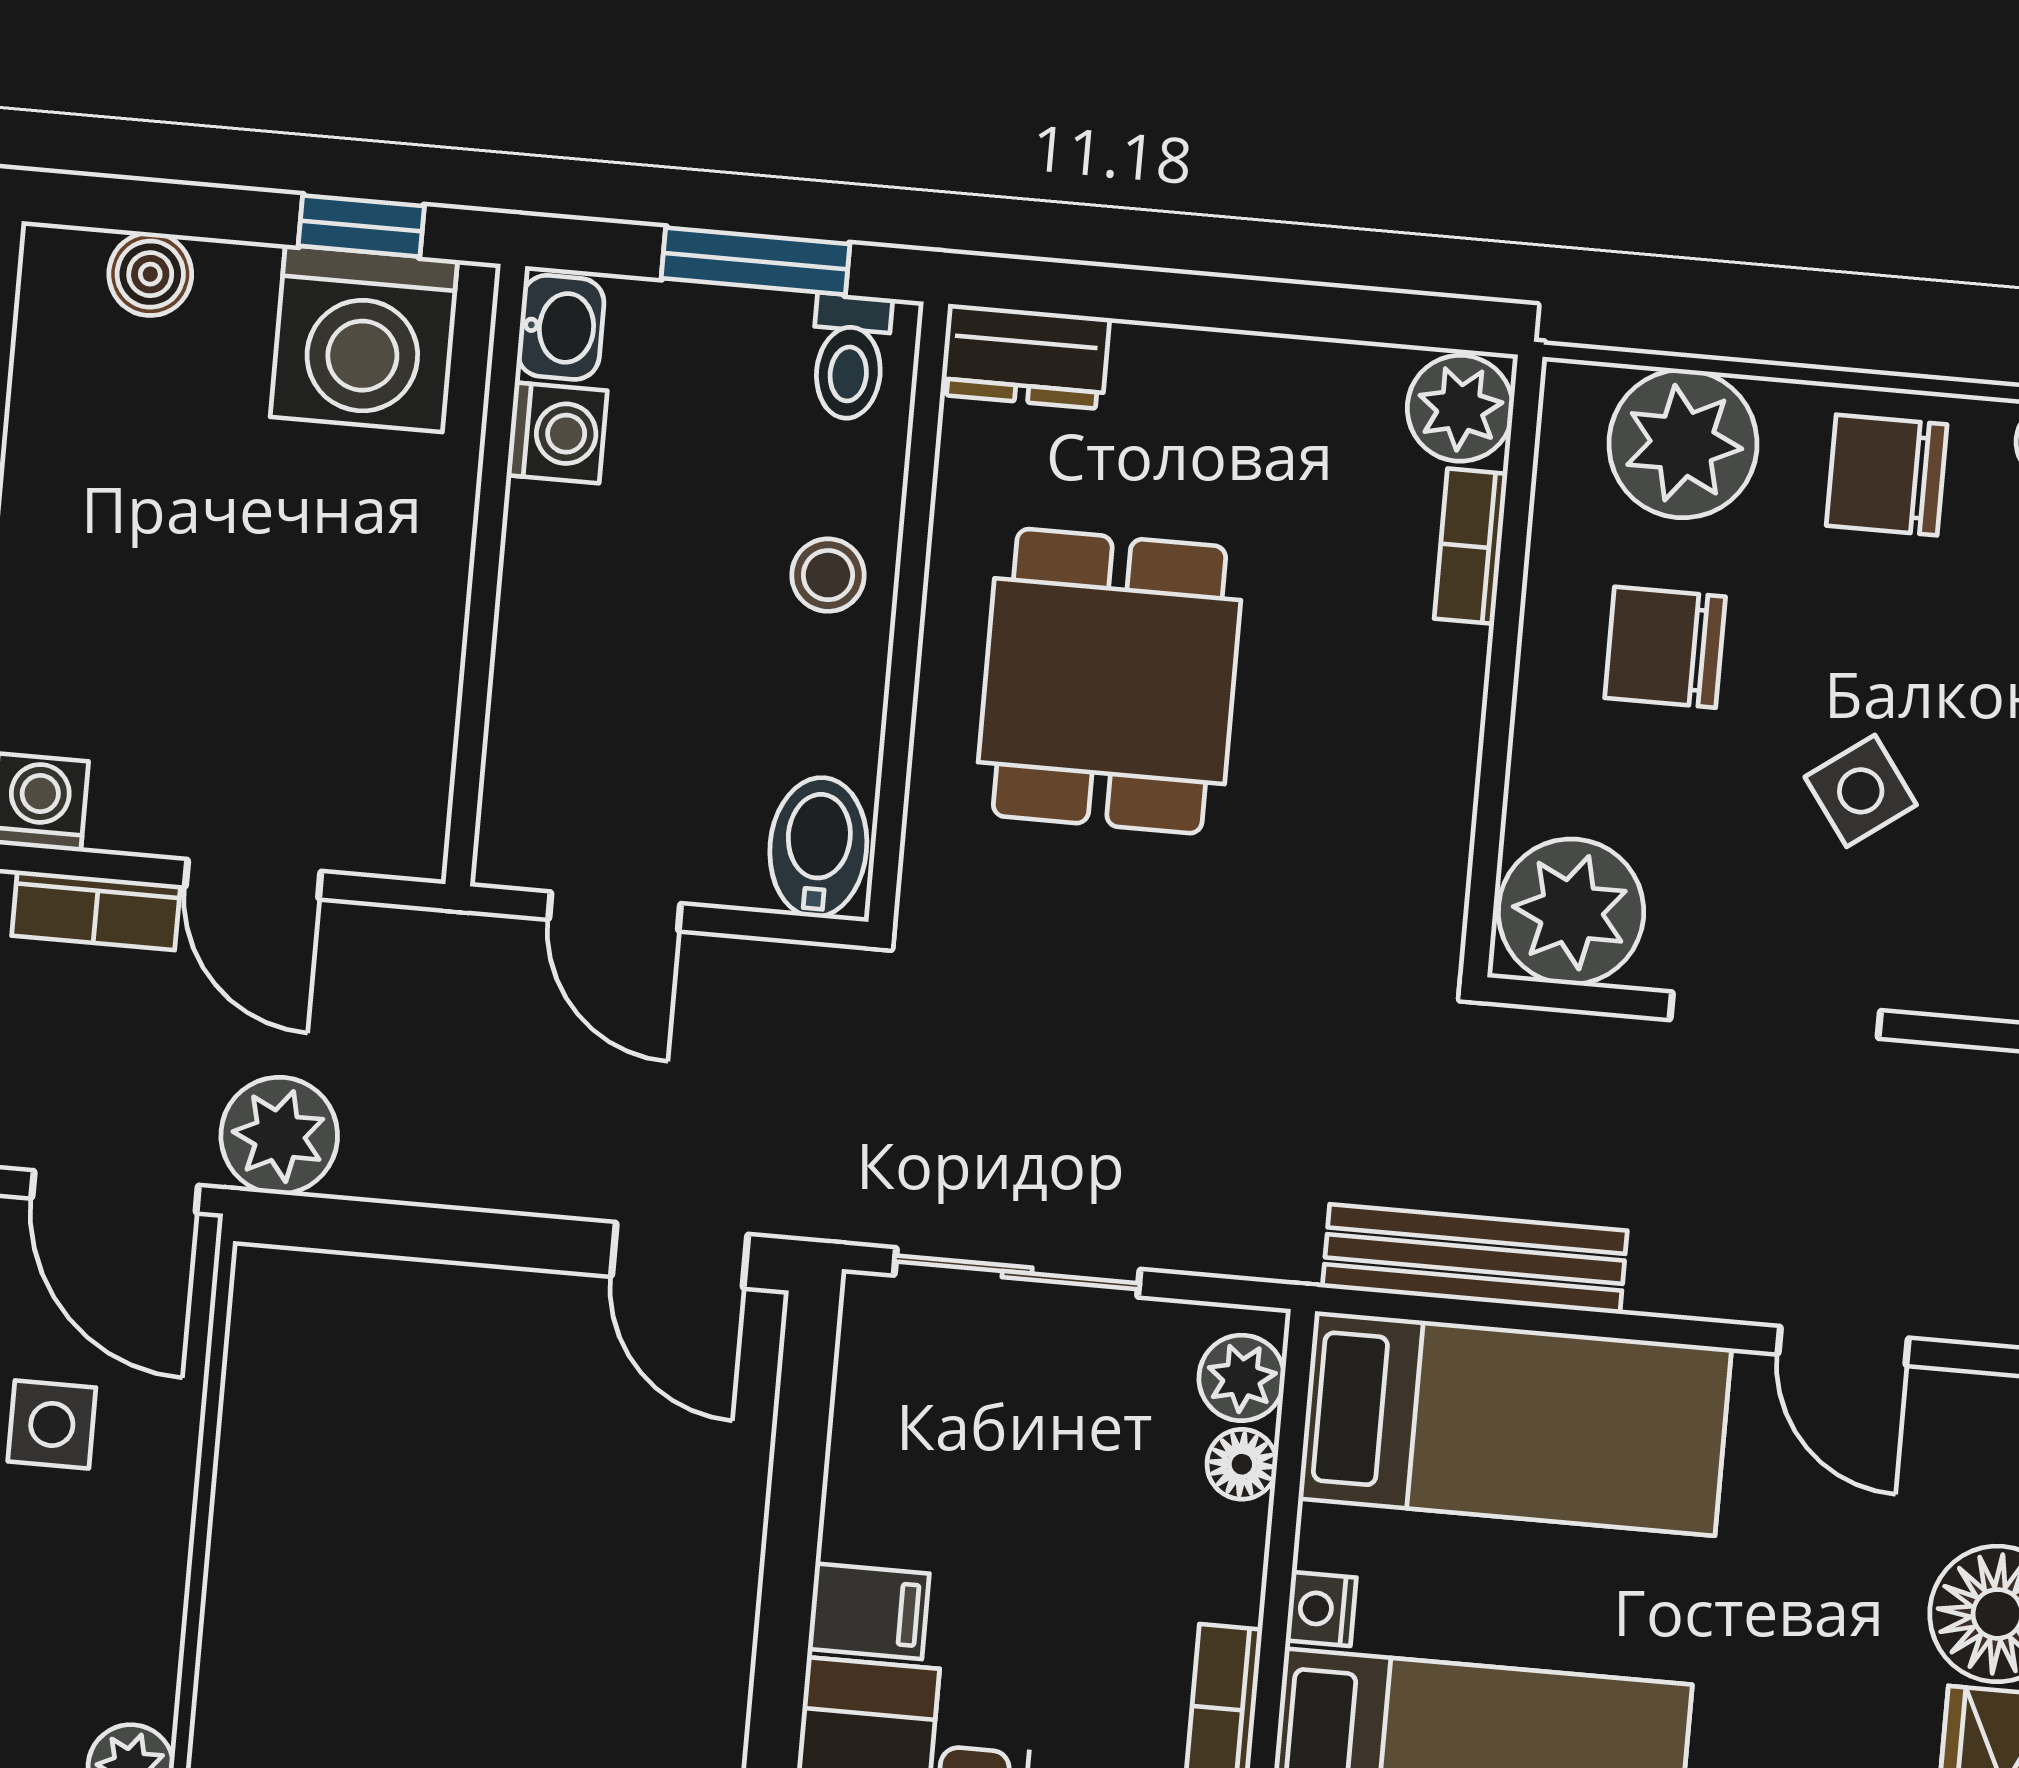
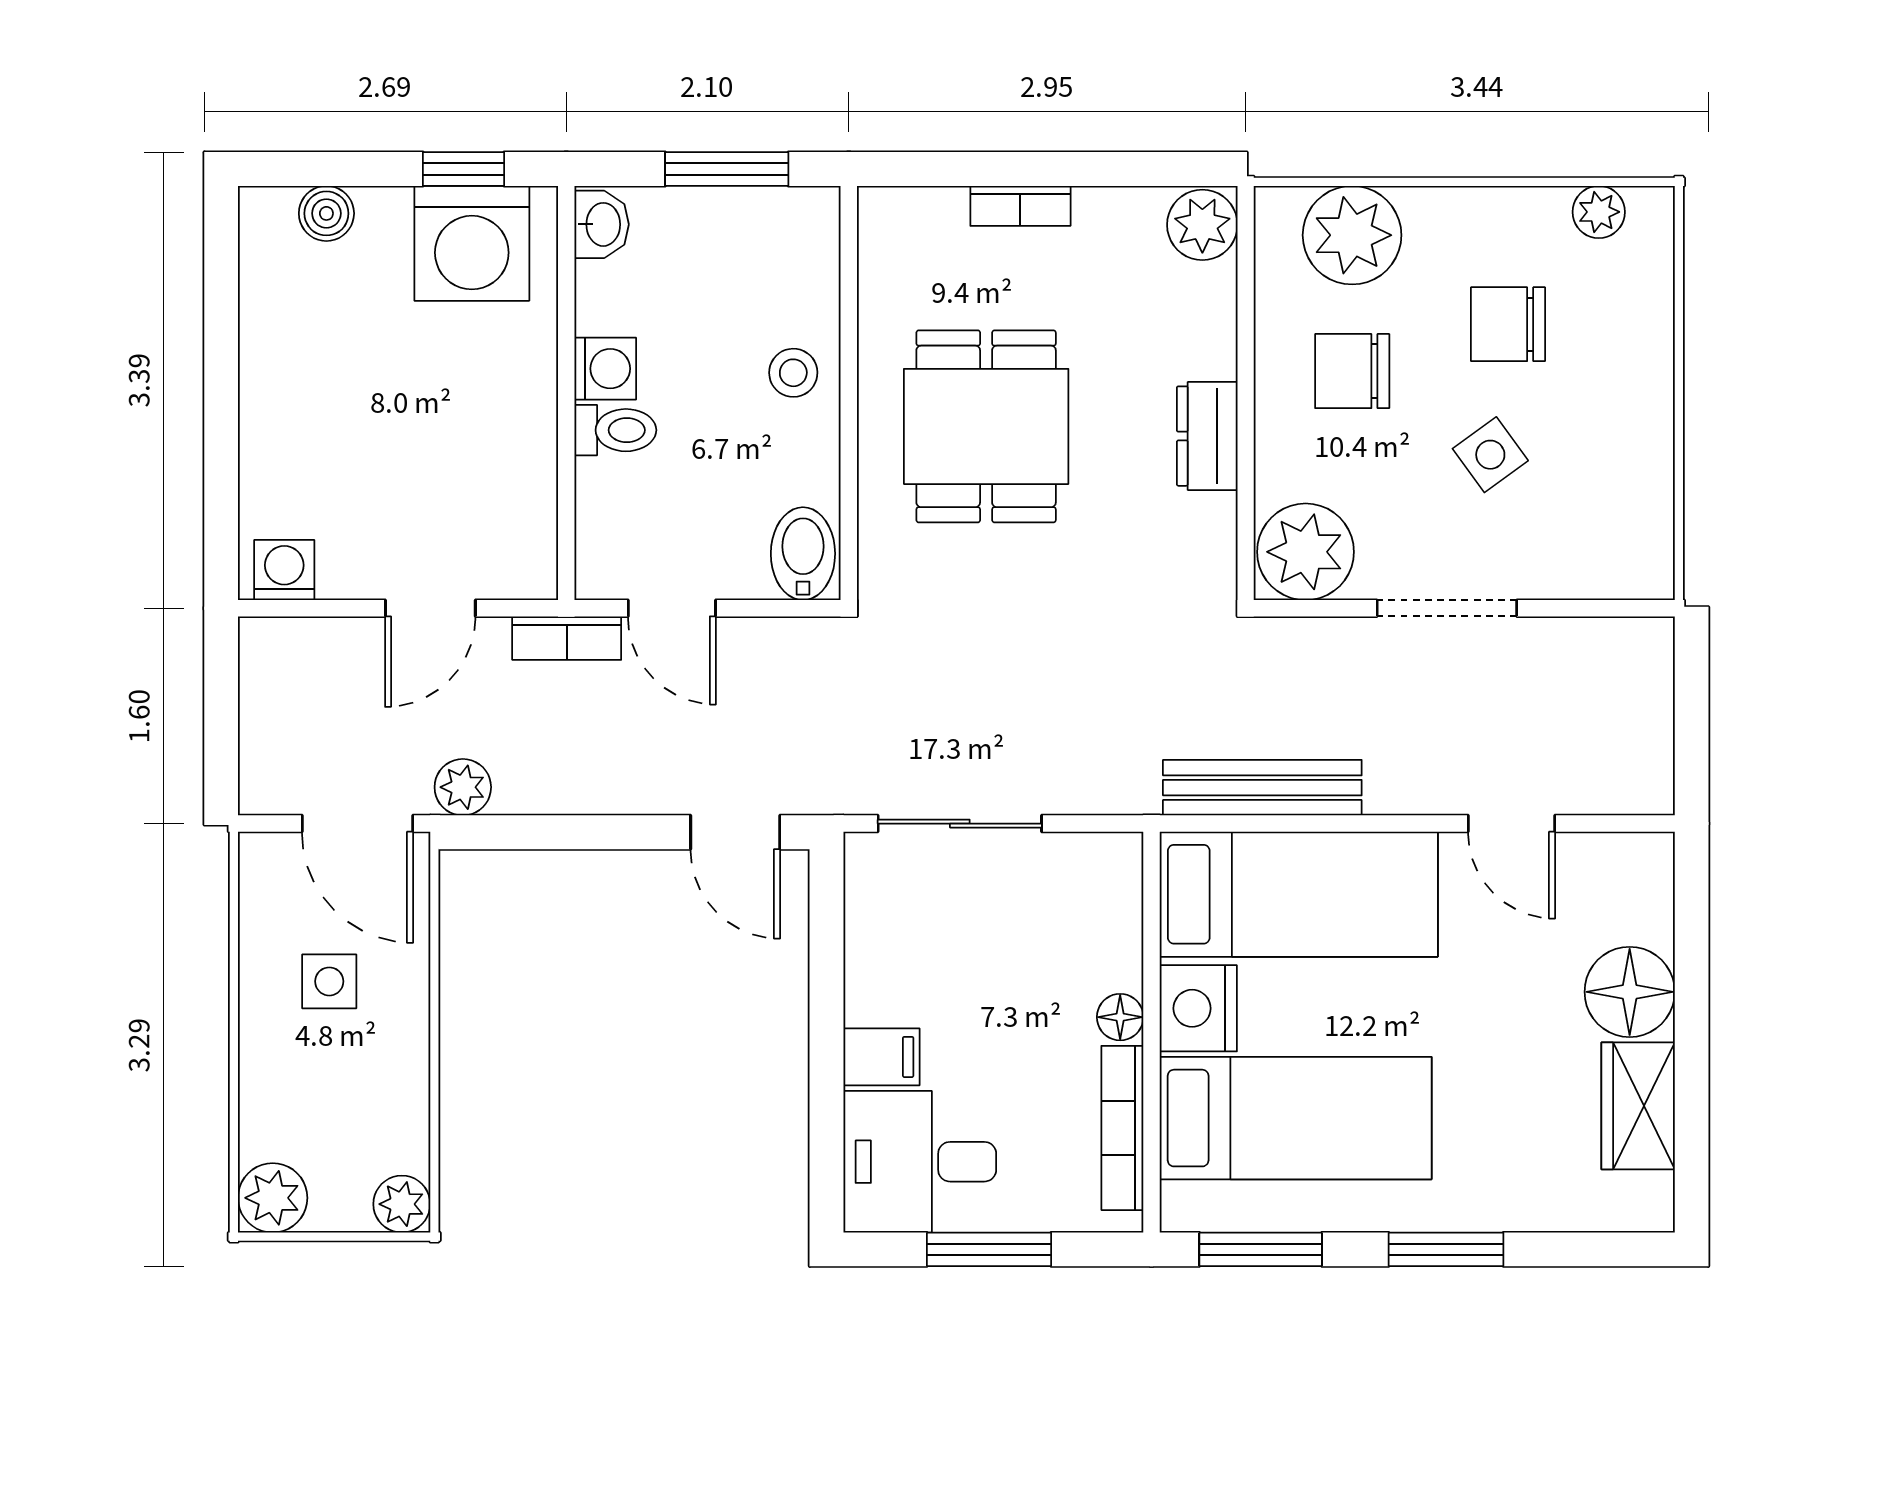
dresser: (1025, 356) -> (1207, 436), moved, turned 90
toilet: (850, 357) -> (615, 430), moved, turned -90
washing machine: (557, 433) -> (605, 369), moved
chair: (1887, 475) -> (1508, 324), moved
bookcase: (1471, 546) -> (1020, 206), moved, turned -90
door: (253, 879) -> (430, 608), hinge flipped
bookcase: (96, 910) -> (567, 638), moved
plant: (279, 1136) -> (463, 787), width x0.73, depth x0.73
plant: (1242, 1378) -> (1115, 880), removed
floor lamp: (1242, 1464) -> (1120, 1017), moved
nightstand: (1321, 1609) -> (1198, 1008), width x1.89, depth x1.79

